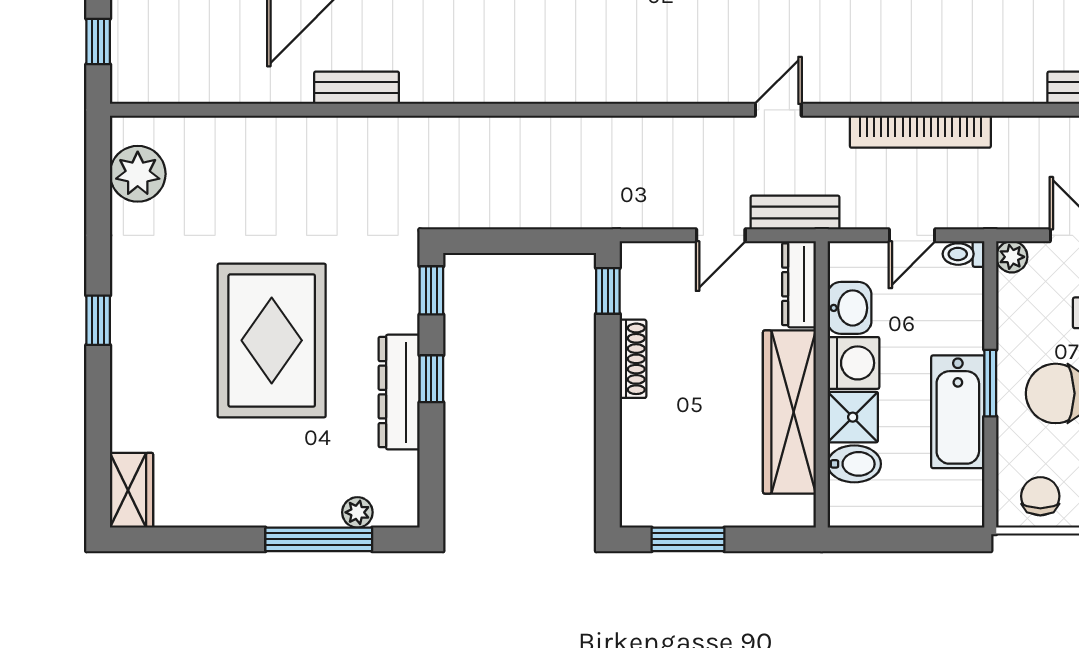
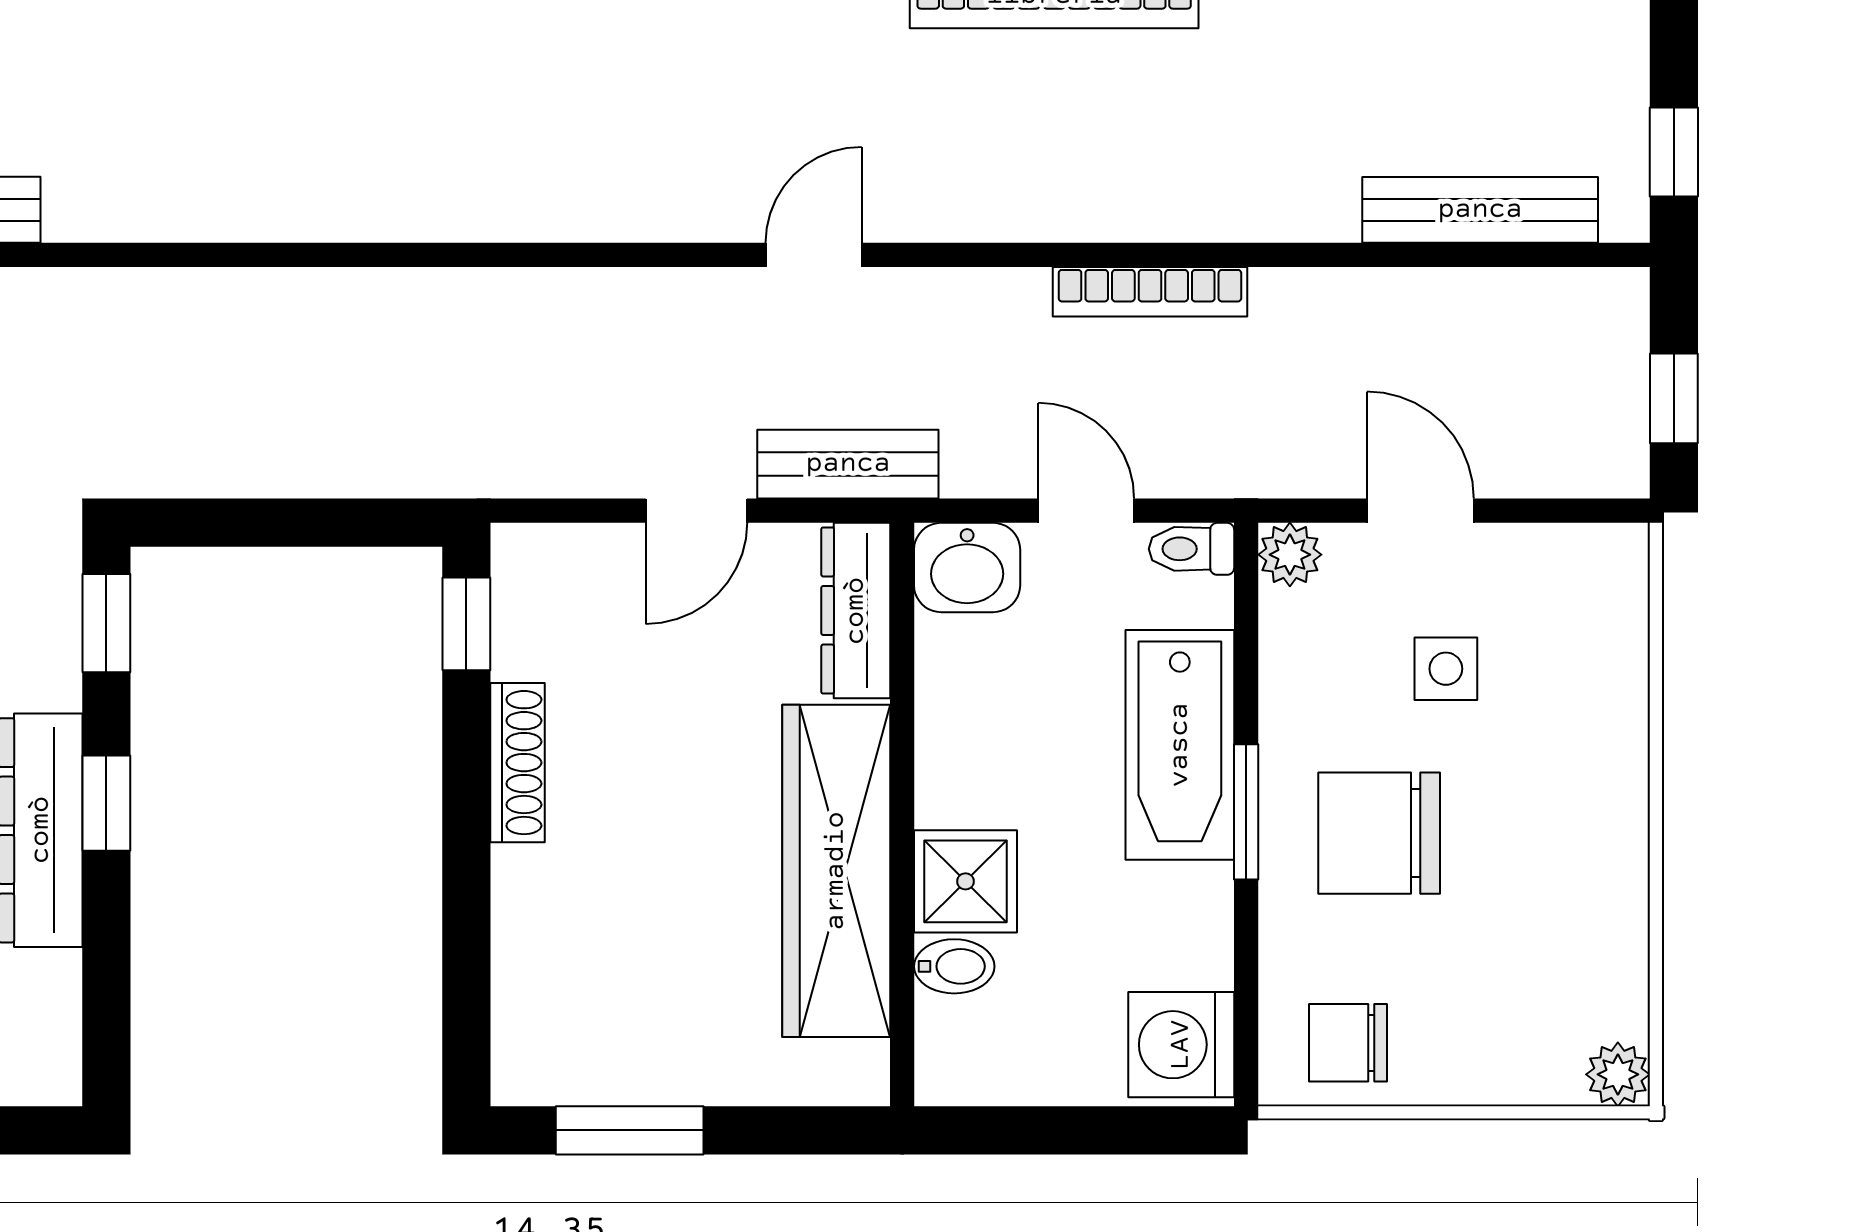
bookcase: (920, 132) -> (1150, 292), width x0.68, depth x0.76
door: (912, 235) -> (1086, 511), swing flipped
washbasin: (850, 308) -> (967, 567), moved, turned 90
washing machine: (853, 363) -> (1181, 1045), moved, turned 180
bathtub: (958, 412) -> (1180, 745), moved
bidet: (854, 464) -> (954, 966), width x0.72, depth x0.74
chair: (1040, 496) -> (1348, 1043), turned -90

